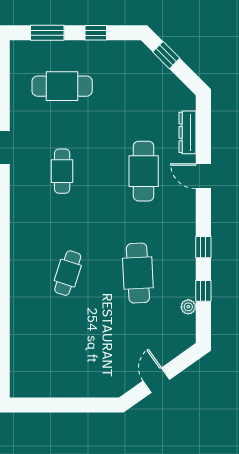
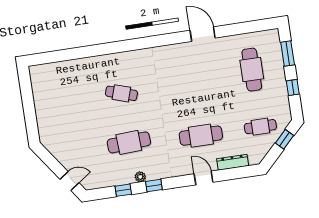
cafe table: (62, 171) -> (260, 127), moved
door: (203, 176) -> (204, 178), hinge flipped
plant: (188, 307) -> (140, 177), moved
door: (156, 380) -> (70, 181), moved

